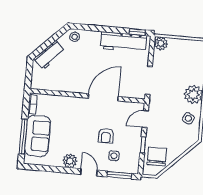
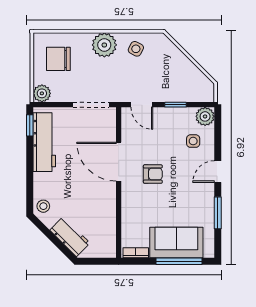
armchair: (106, 136) -> (153, 174), moved
chair: (157, 156) -> (58, 59), moved
plant: (70, 161) -> (205, 116), moved
window: (119, 175) -> (218, 213), moved

